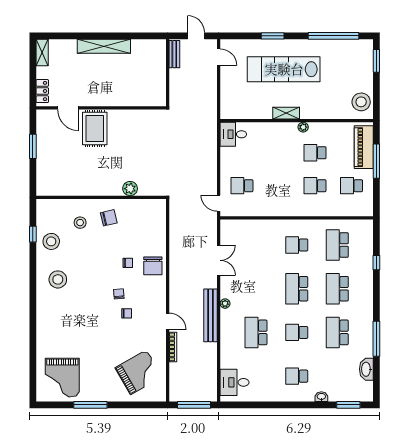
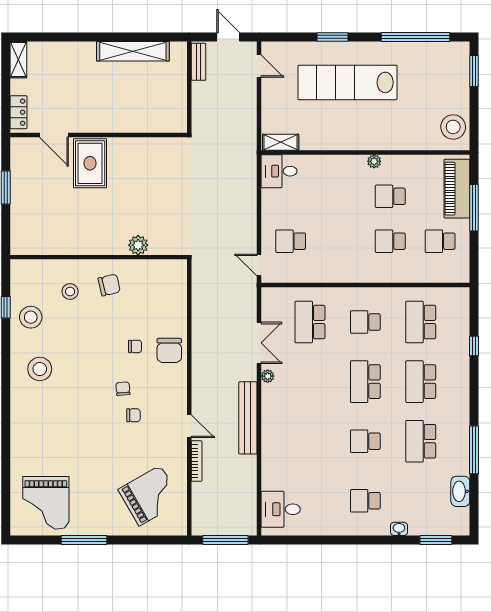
shelving: (104, 46) -> (133, 51), moved
shelving: (286, 113) -> (281, 142), moved
plant: (225, 304) -> (268, 376), moved
school desk: (256, 332) -> (310, 322), moved

